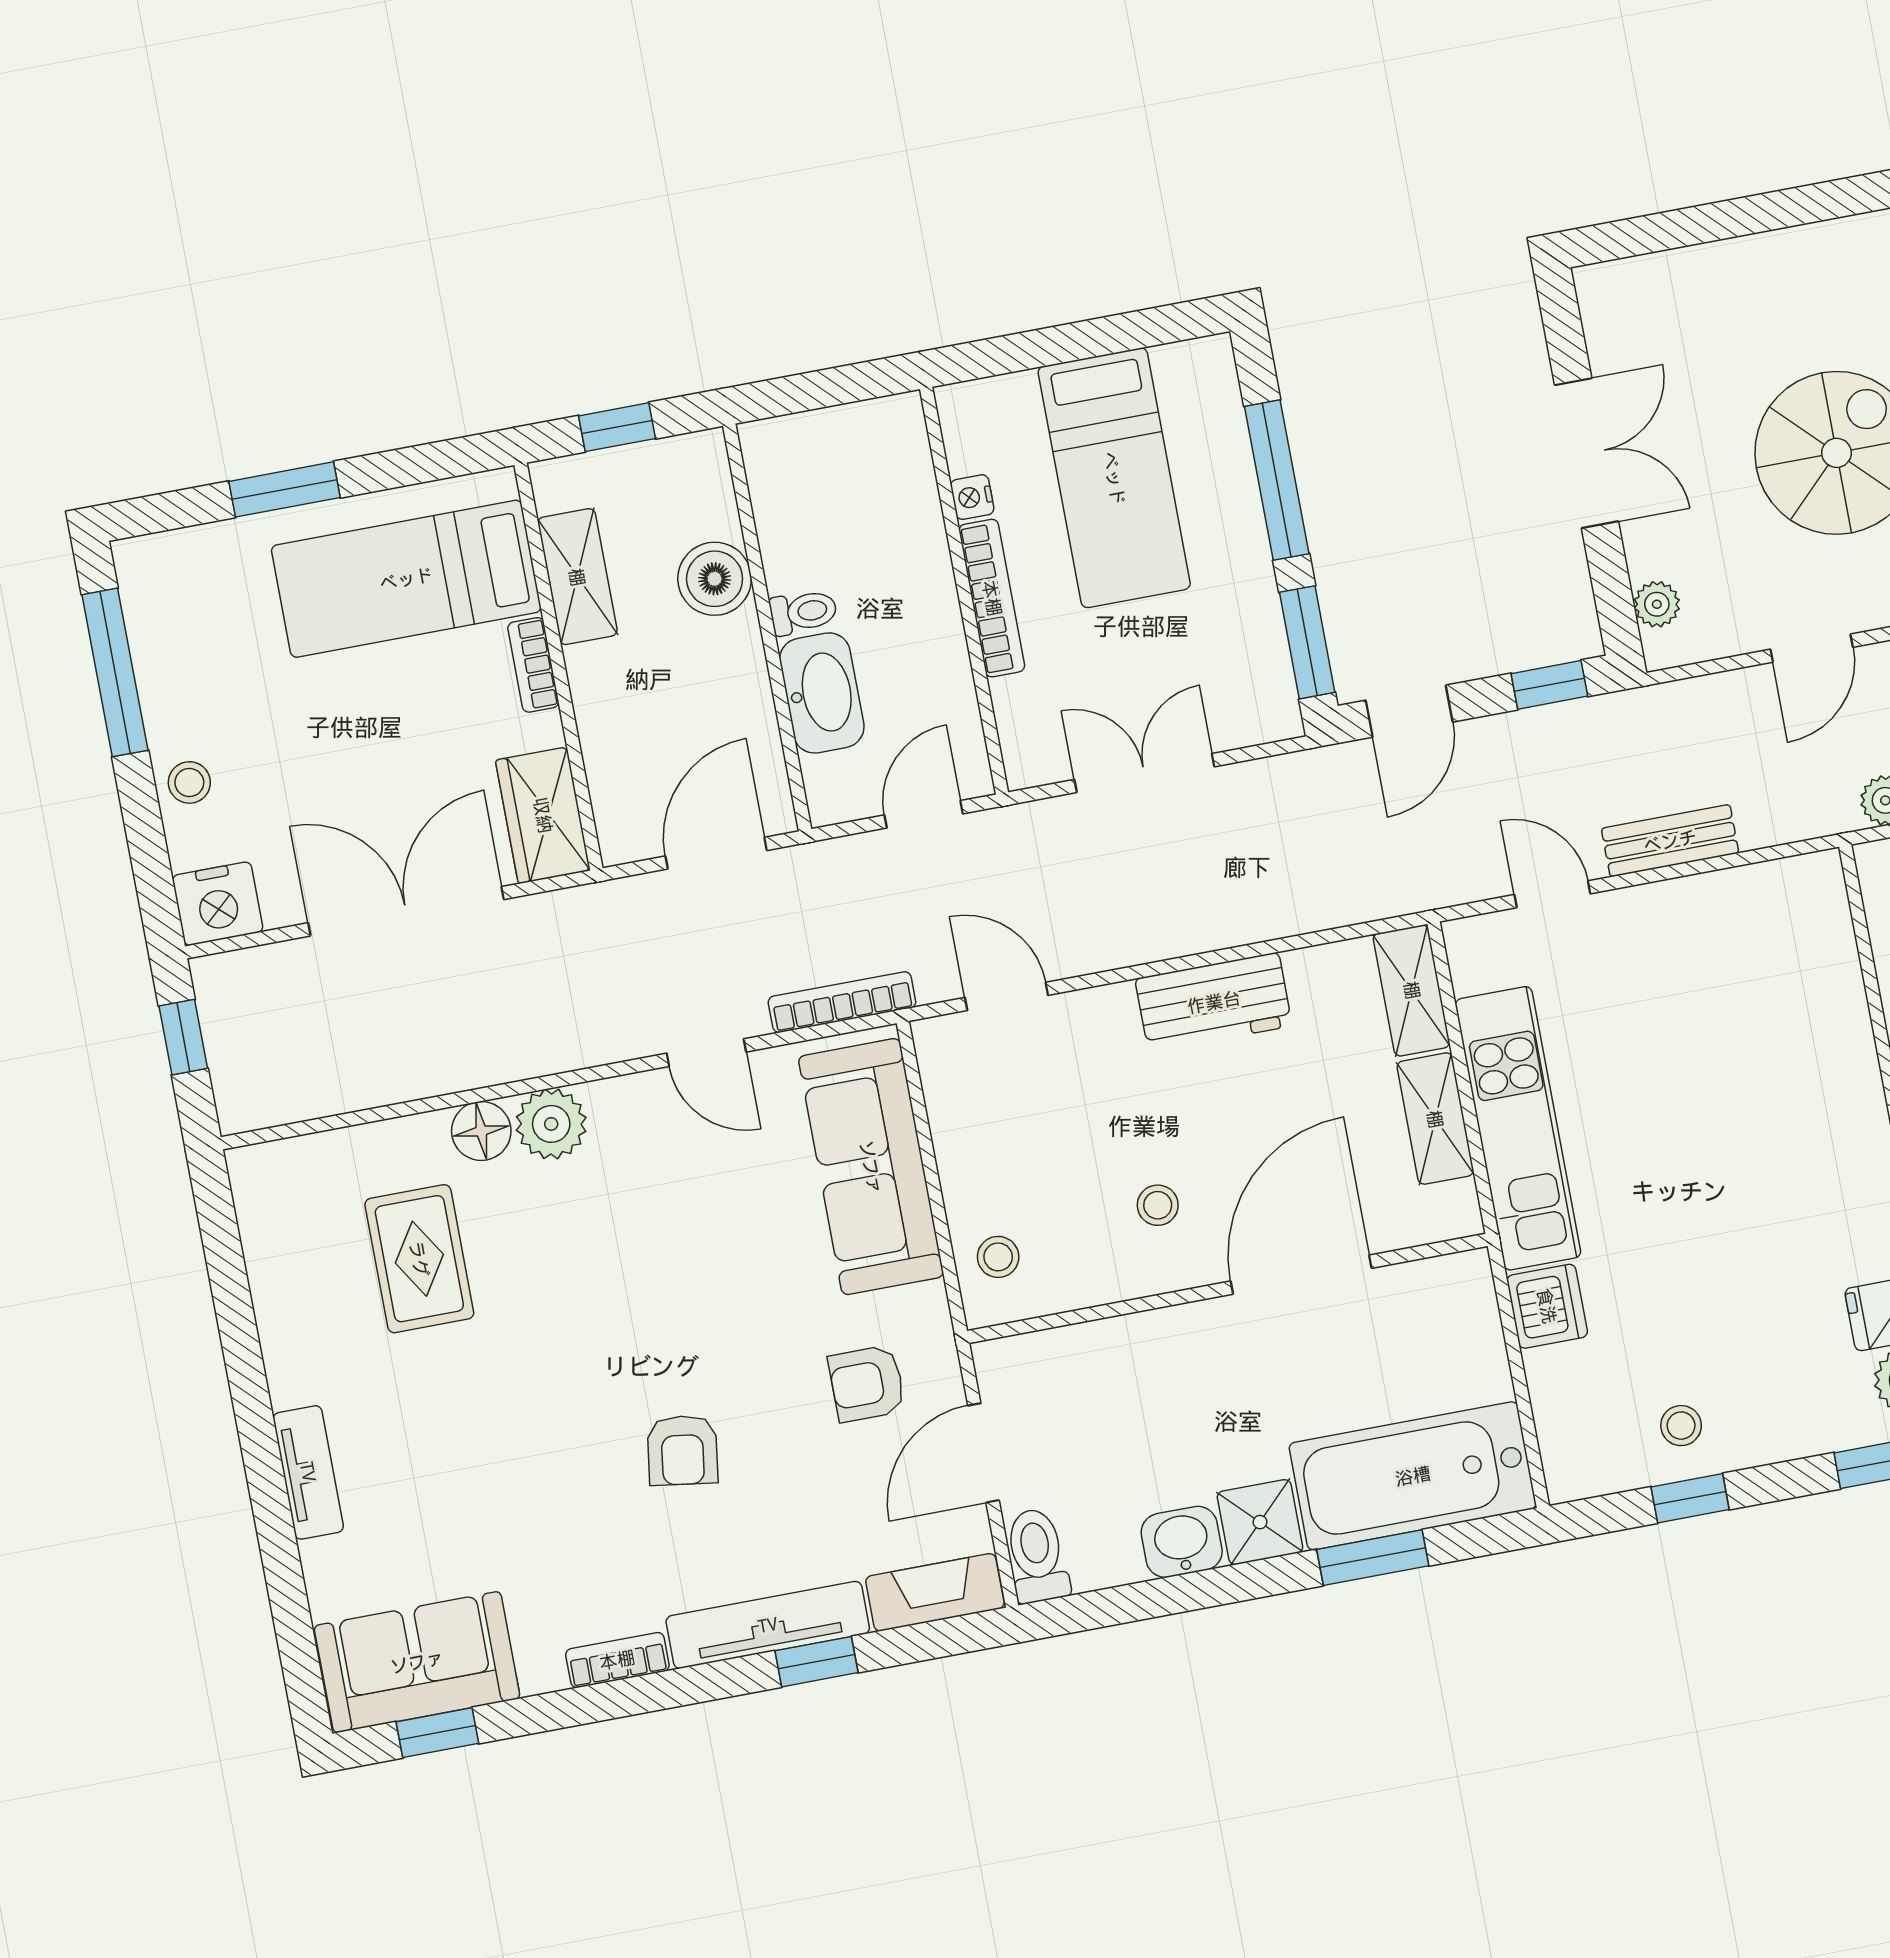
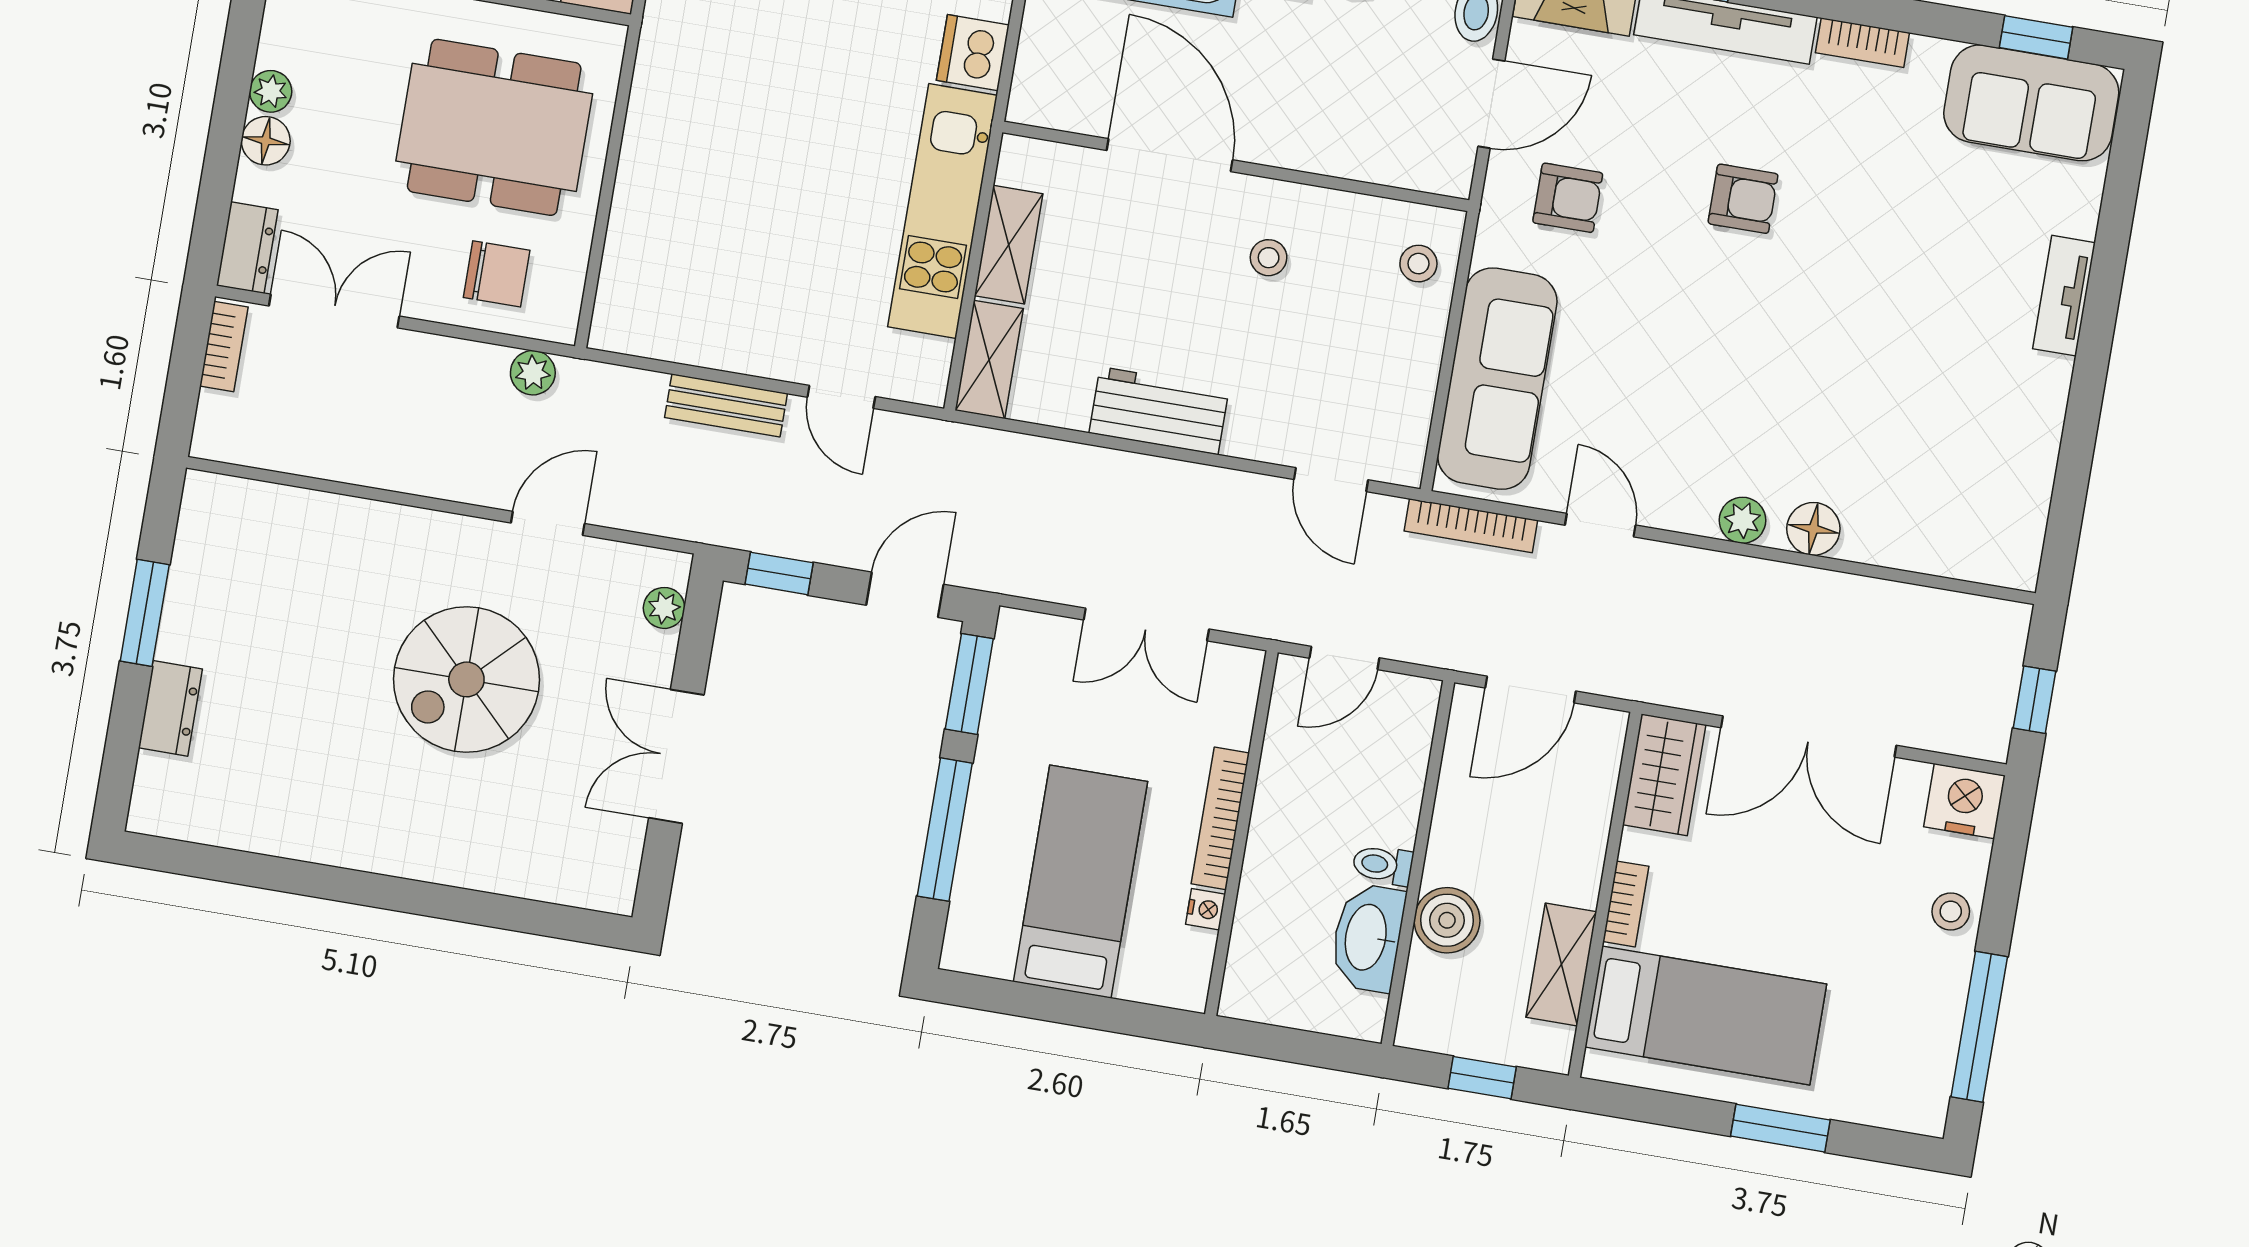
washbasin: (822, 693) -> (1368, 938), moved
plant: (551, 1124) -> (1743, 520), width x0.73, depth x0.73
rug: (419, 1259) -> (1905, 441), removed
door: (1301, 1275) -> (1170, 155), swing flipped
armchair: (683, 1450) -> (1743, 199), turned 82

